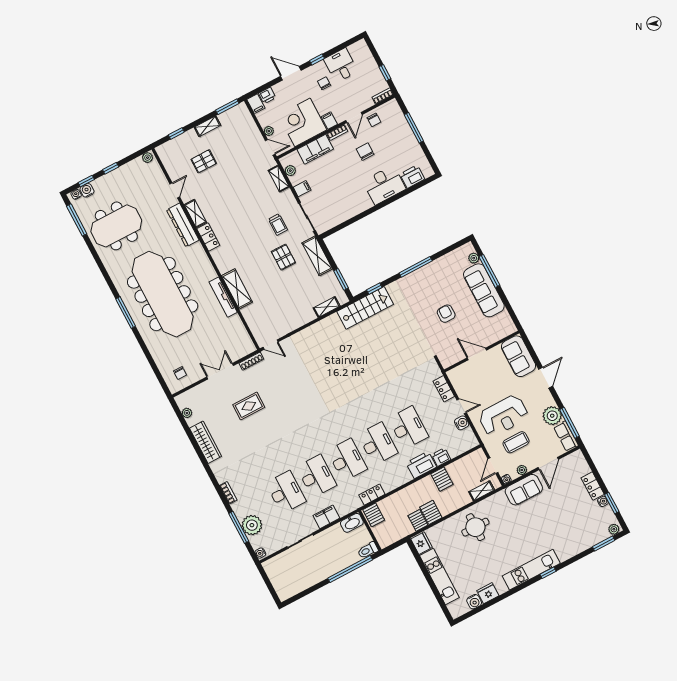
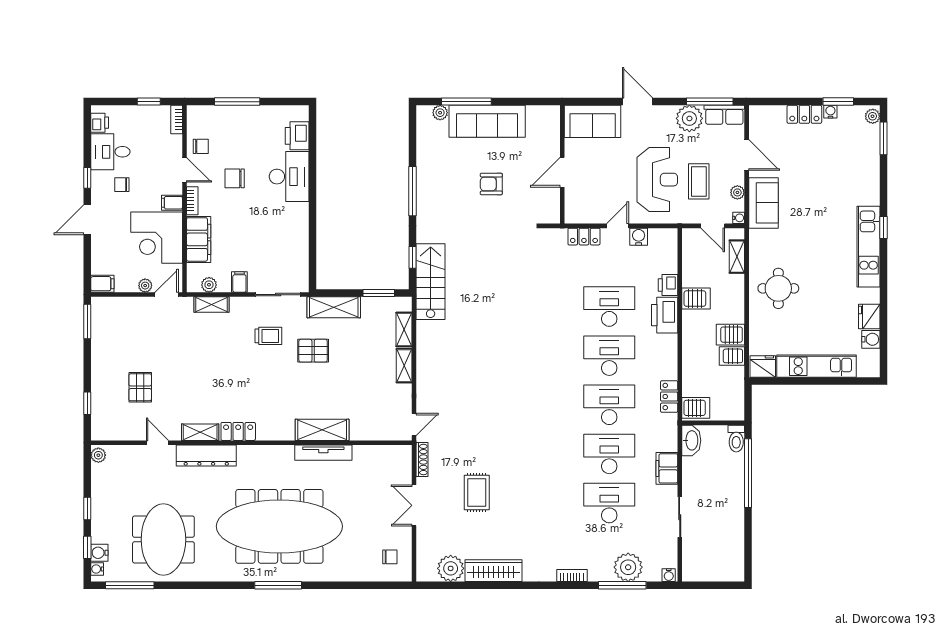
printer: (267, 95) -> (100, 123), moved
shelving: (207, 126) -> (404, 366), moved
plant: (187, 413) -> (451, 568), width x1.87, depth x1.87

